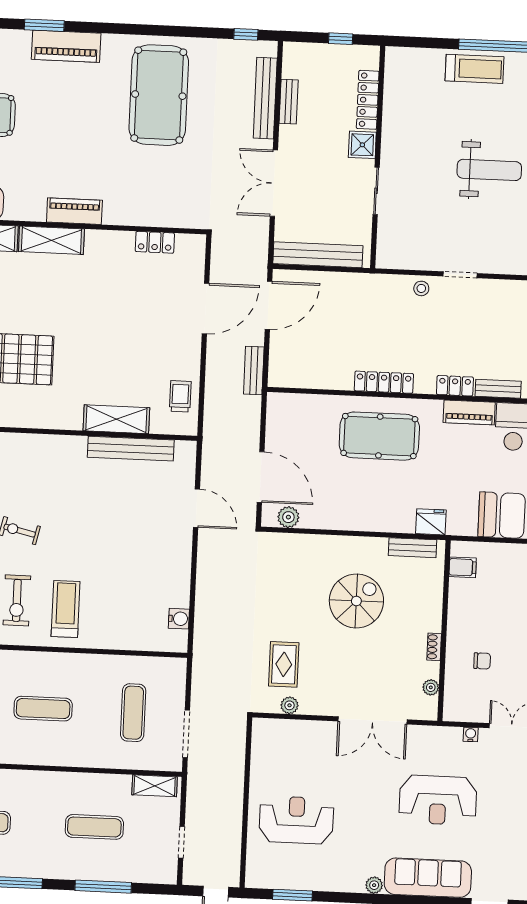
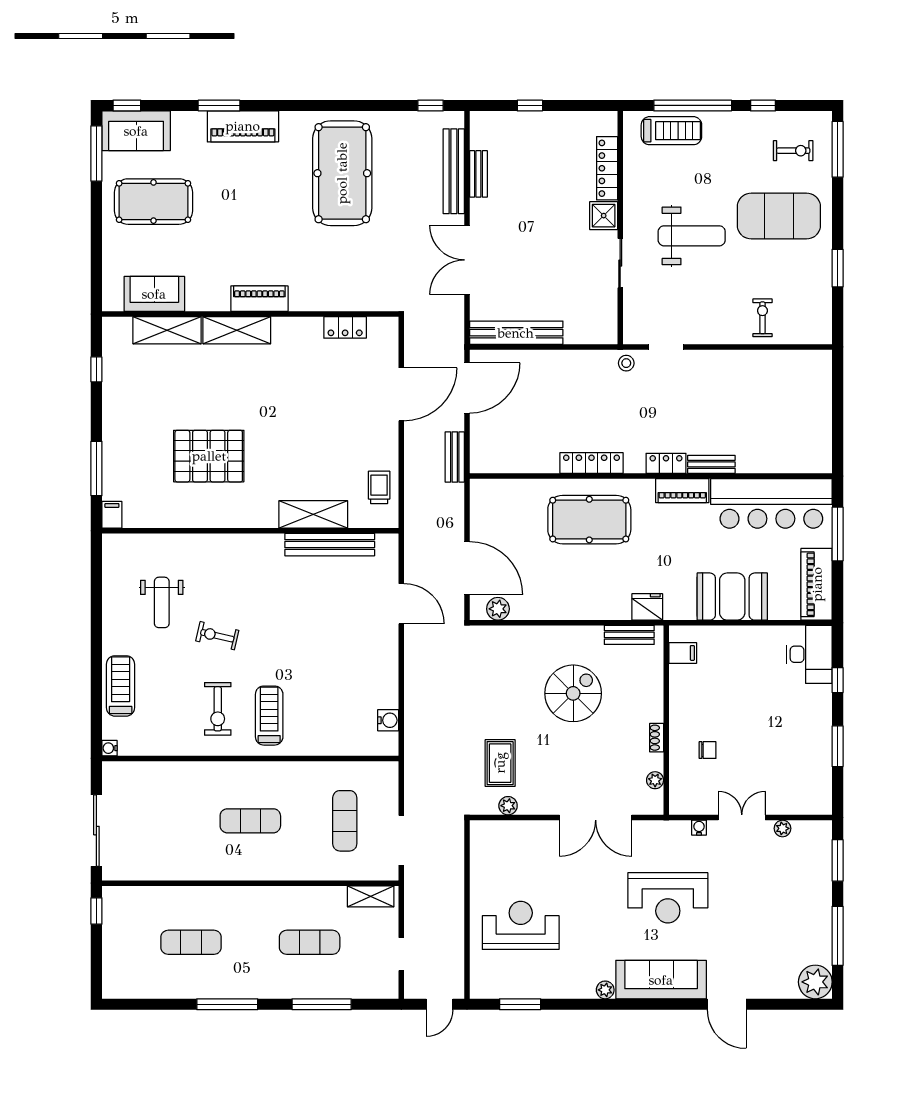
locker: (368, 100) -> (607, 168), moved
shower: (362, 145) -> (604, 216), moved
wall: (378, 157) -> (620, 228), moved
sliding door: (376, 191) -> (620, 263), moved

